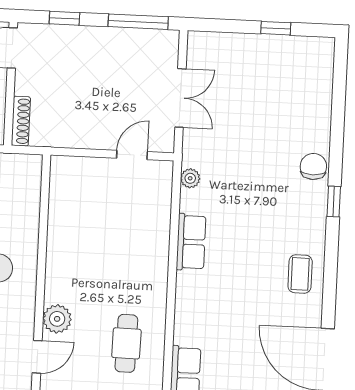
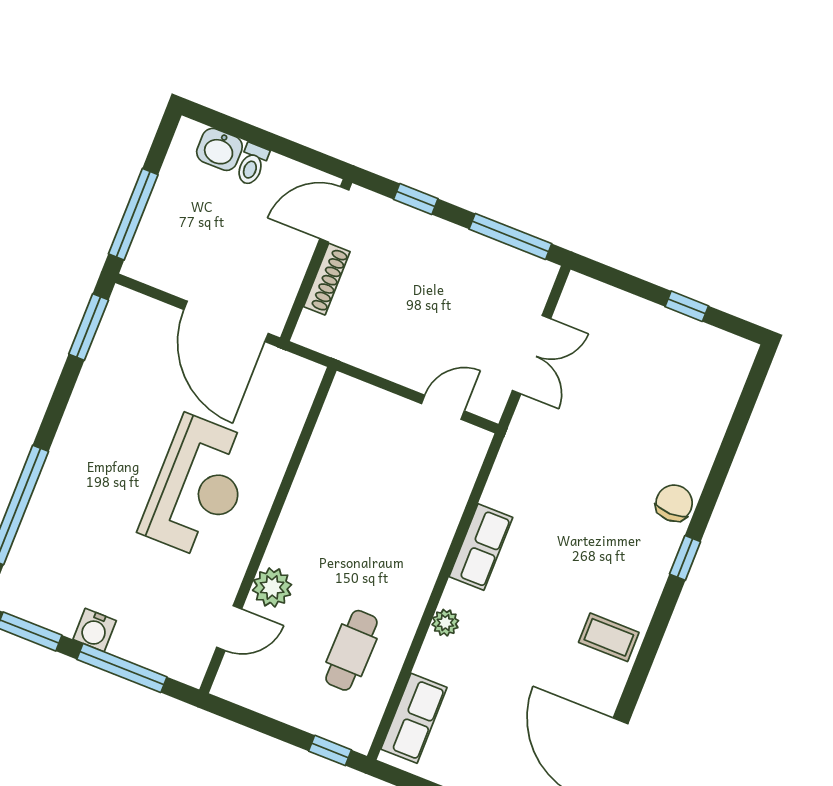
shoe rack: (21, 121) -> (327, 279), moved
plant: (190, 178) -> (445, 623), moved
coffee table: (300, 274) -> (609, 637), turned 90

